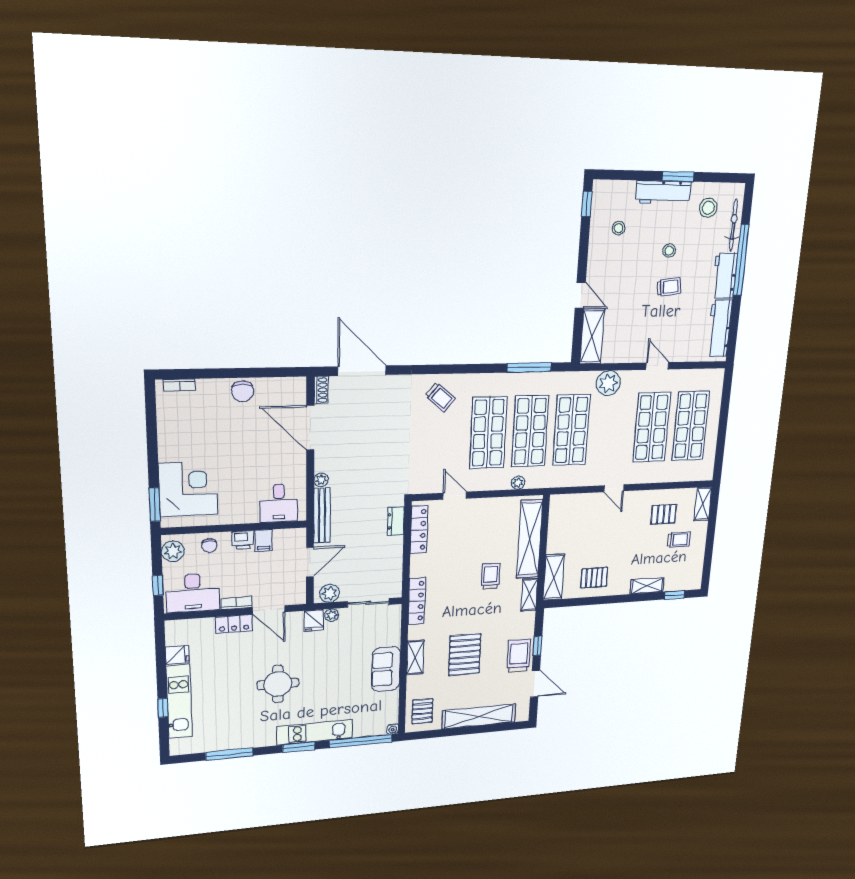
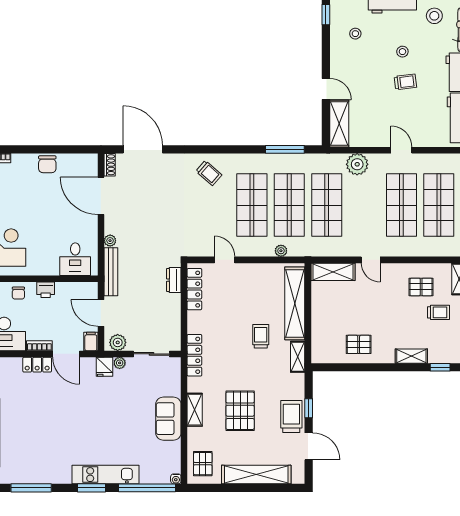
filing cabinet: (264, 540) -> (91, 341), moved, turned 180
door: (310, 562) -> (101, 313), swing flipped
shelving: (554, 577) -> (333, 272), moved, turned 90
round table: (278, 684) -> (73, 424), removed

